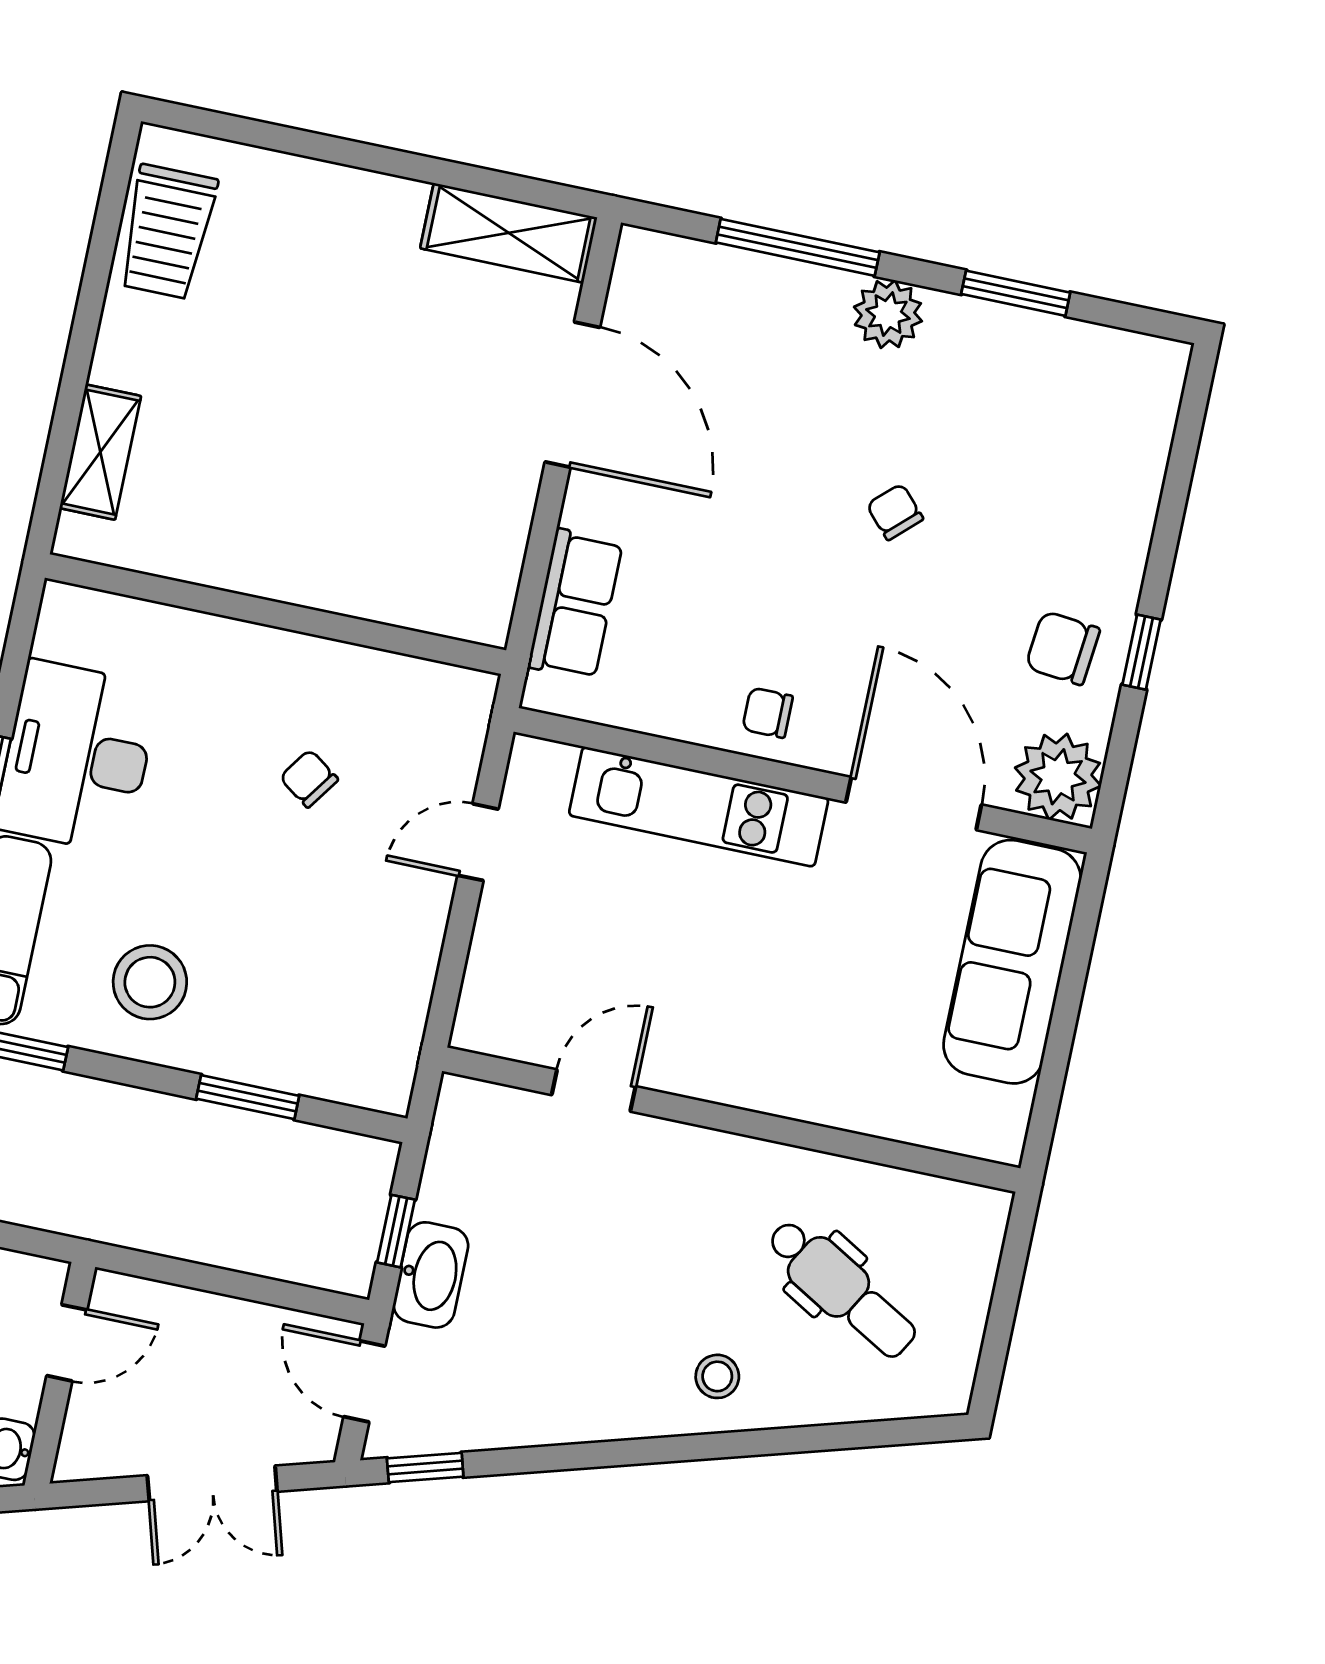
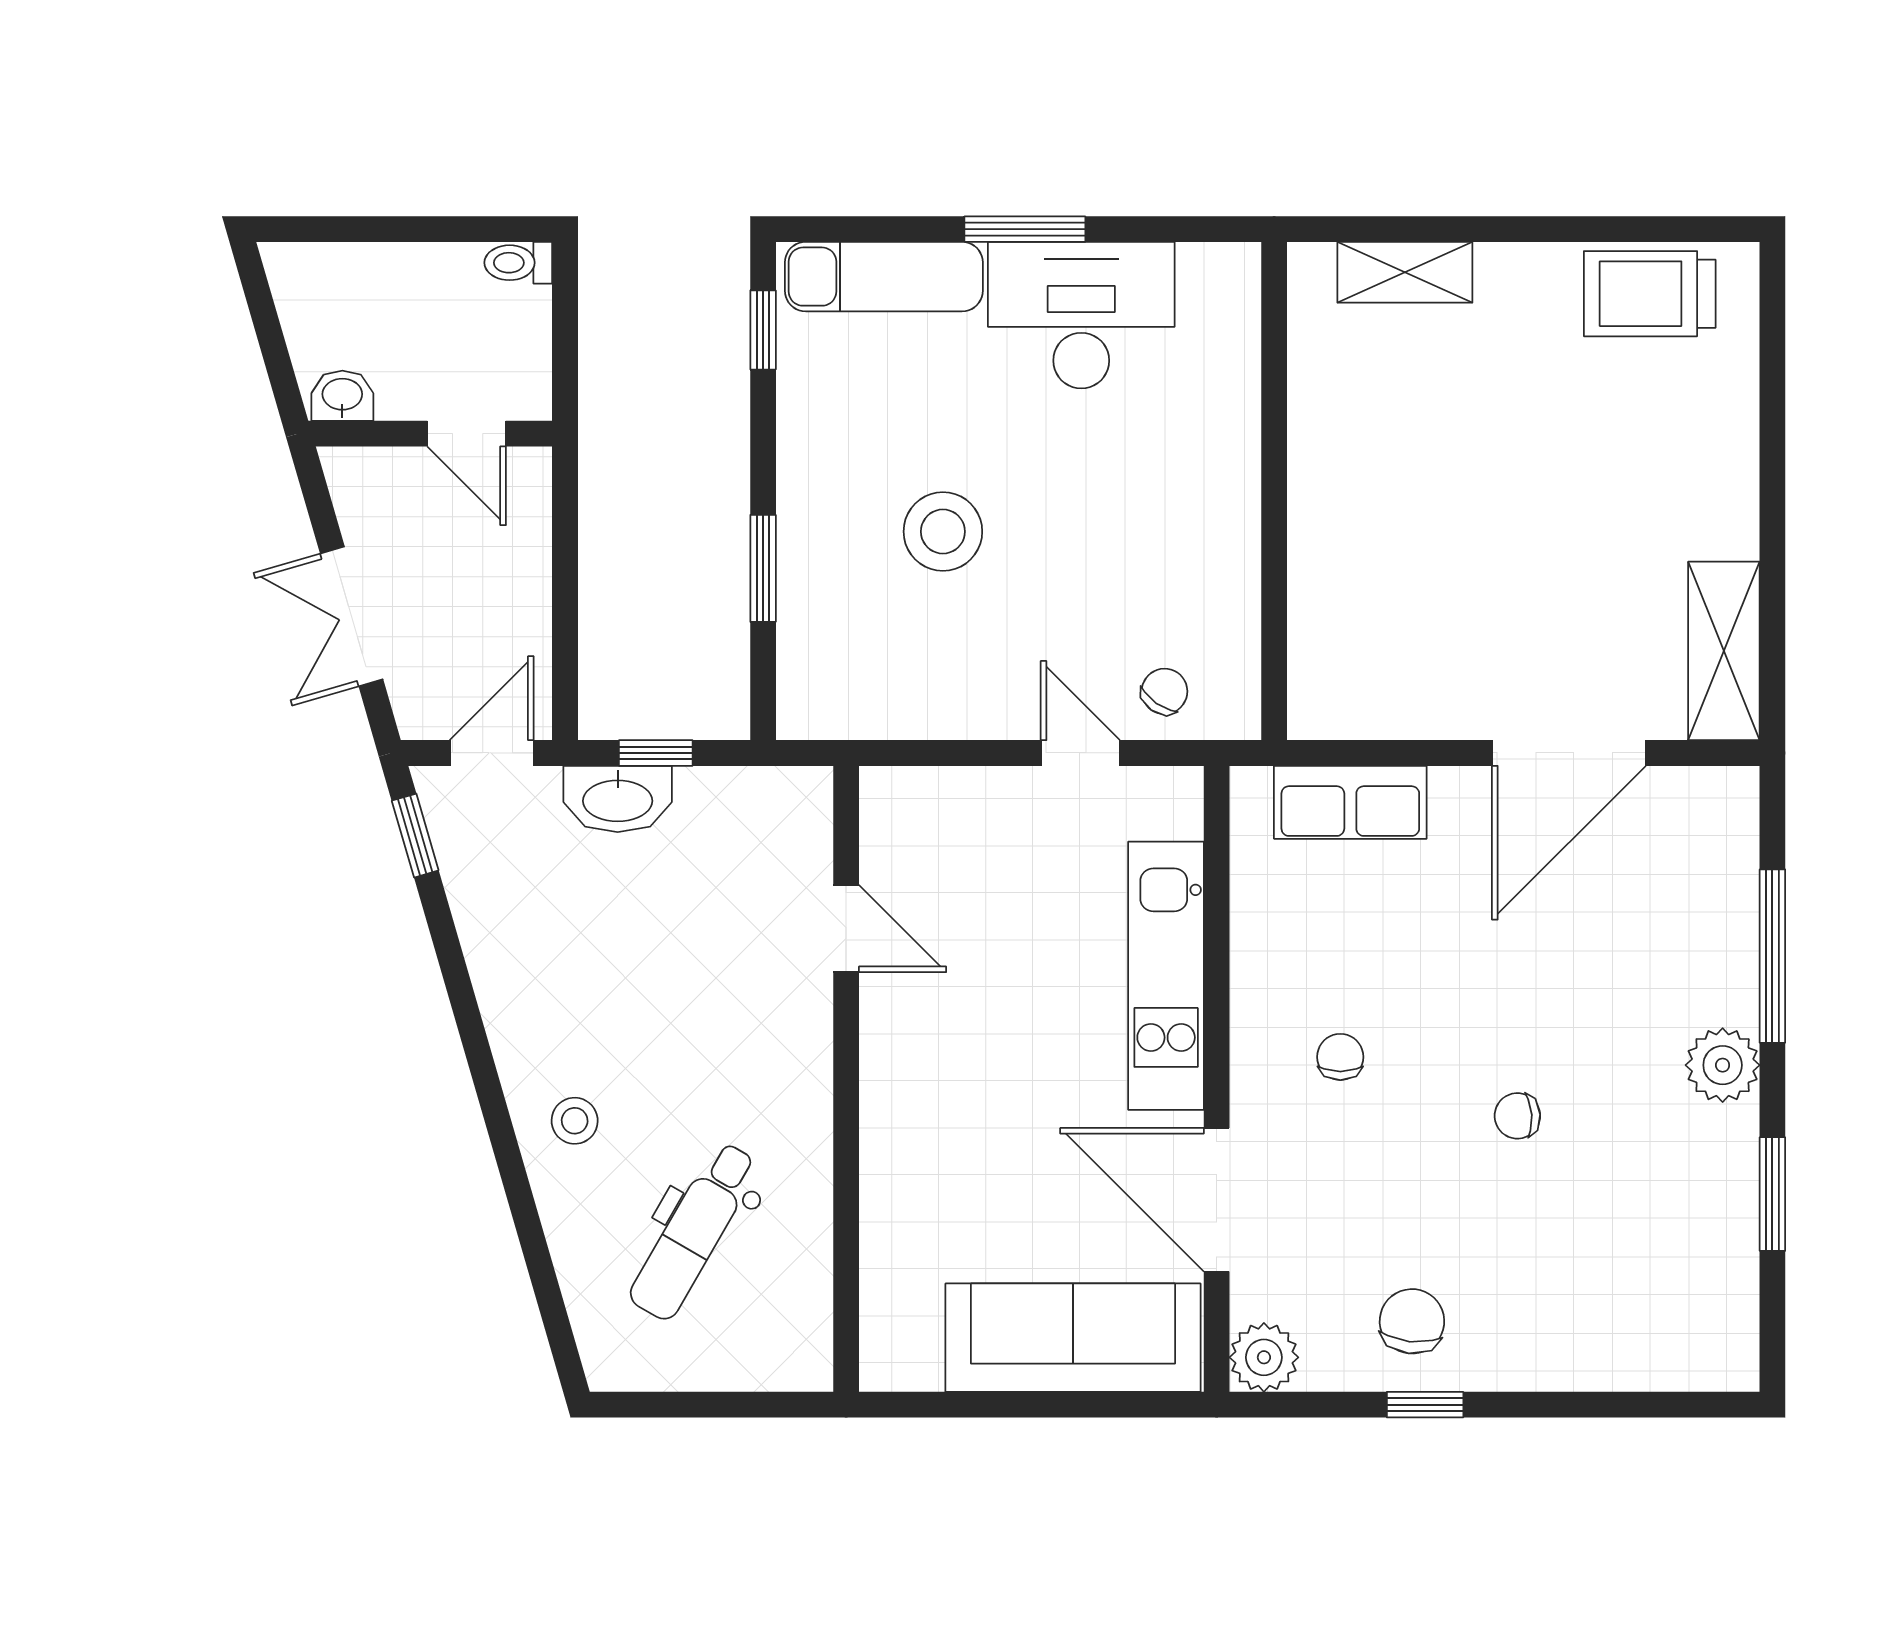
chair: (895, 512) -> (1517, 1116), turned -141
chair: (768, 713) -> (1340, 1057), moved
plant: (1058, 777) -> (1264, 1357), width x0.73, depth x0.73
chair: (309, 779) -> (1164, 691), moved
door: (914, 804) -> (1217, 1200), swing flipped
stool: (150, 982) -> (943, 532), moved

